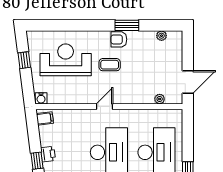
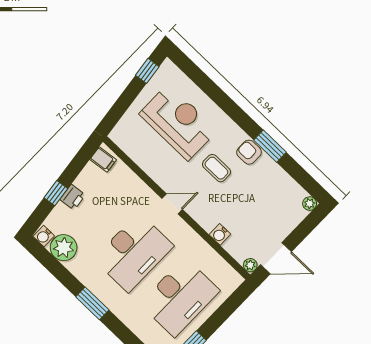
plant: (162, 36) -> (310, 204), moved
window: (24, 60) -> (147, 71), moved
water cooler: (41, 98) -> (220, 234), moved
plant: (160, 99) -> (250, 265), moved

